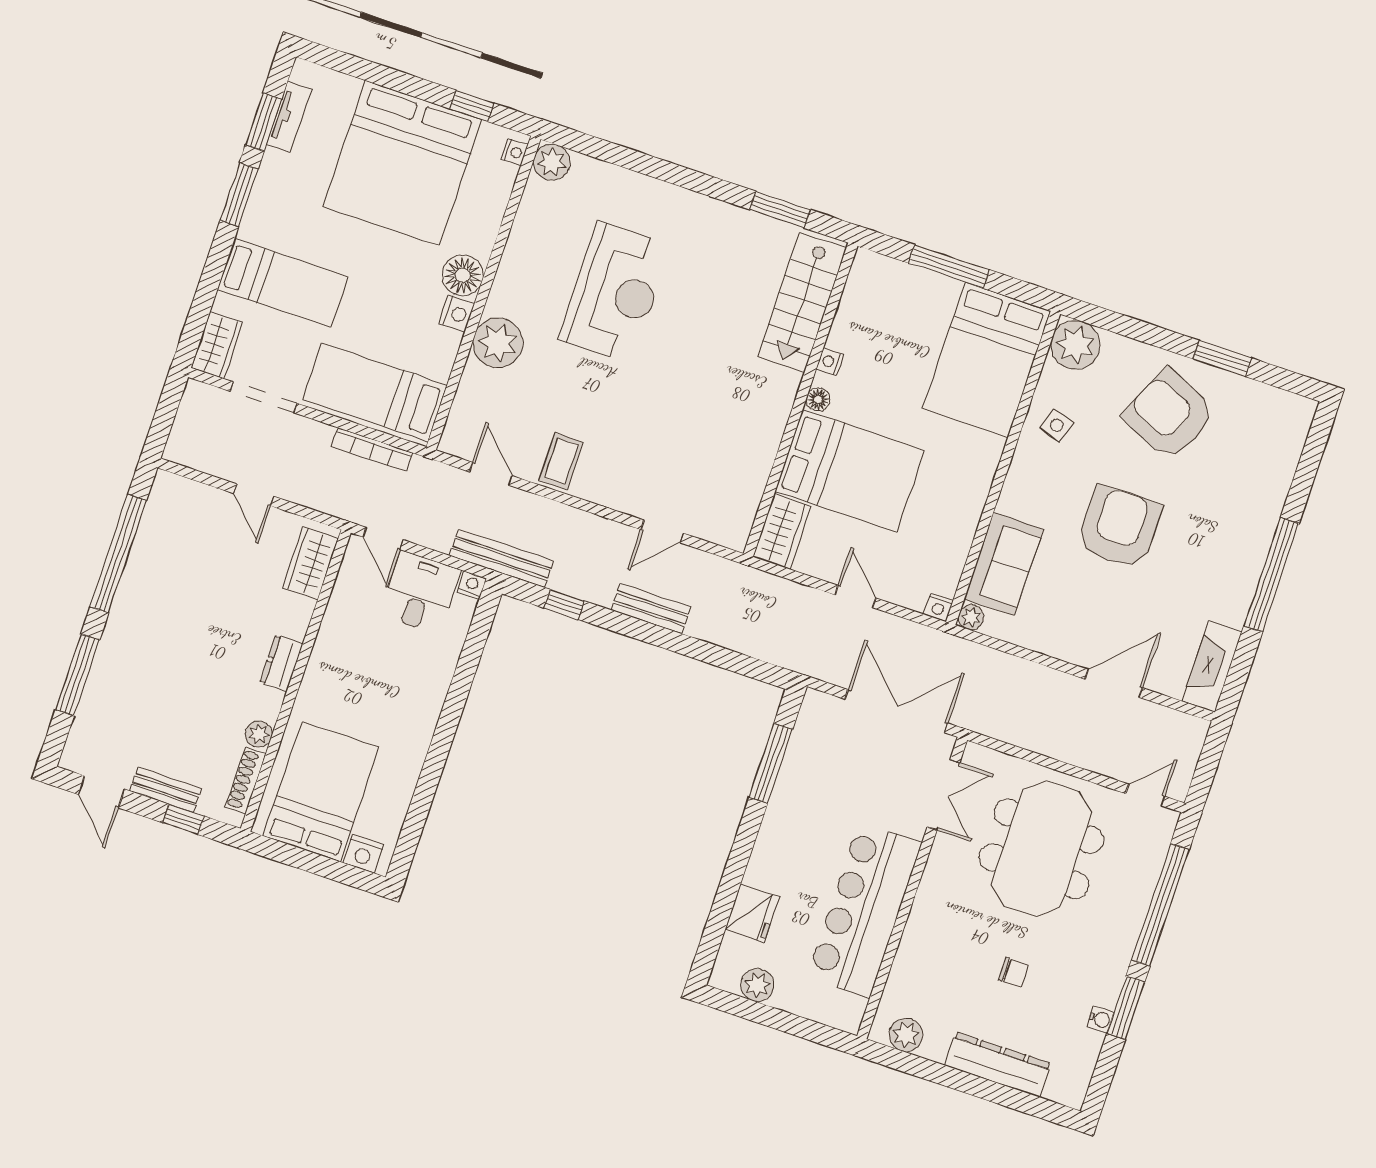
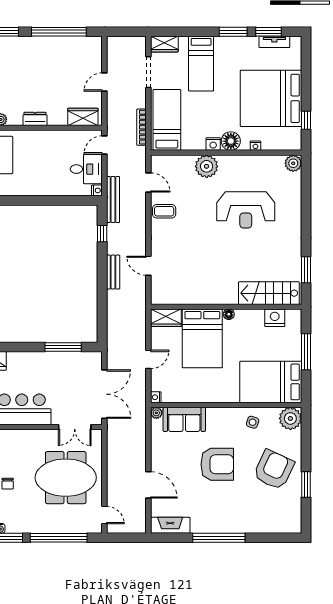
nightstand: (515, 152) -> (255, 146), moved
nightstand: (830, 362) -> (275, 318), moved, width x1.89, depth x1.79
door: (491, 474) -> (148, 182), hinge flipped

